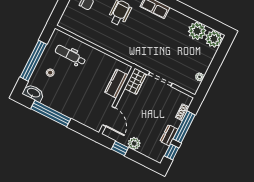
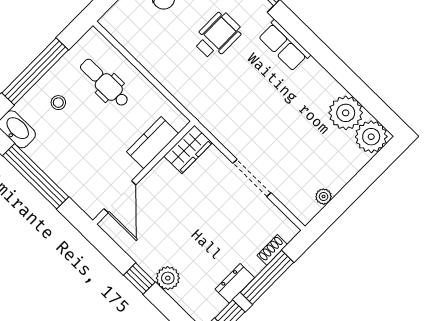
wardrobe: (136, 81) -> (188, 149), moved
kitchen counter: (116, 84) -> (152, 143), moved
wall: (117, 100) -> (144, 173), moved
door: (109, 116) -> (120, 197), moved

